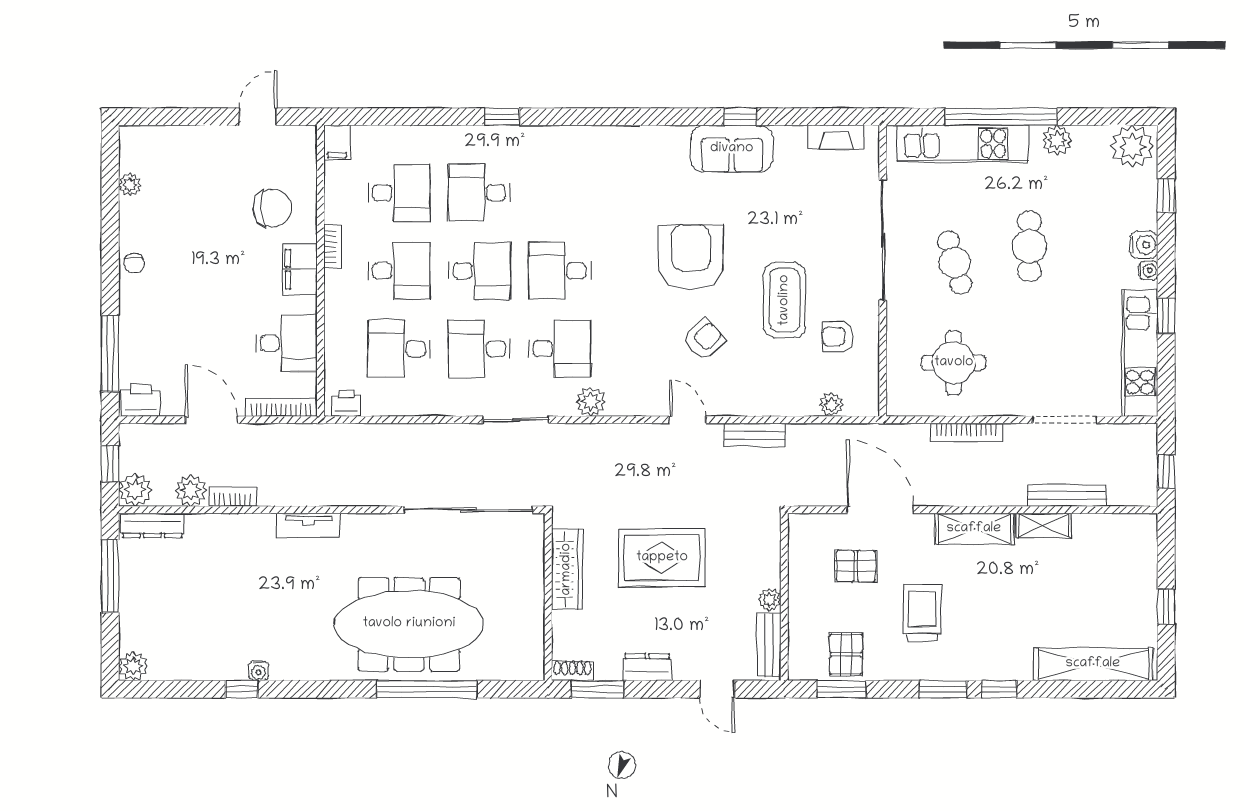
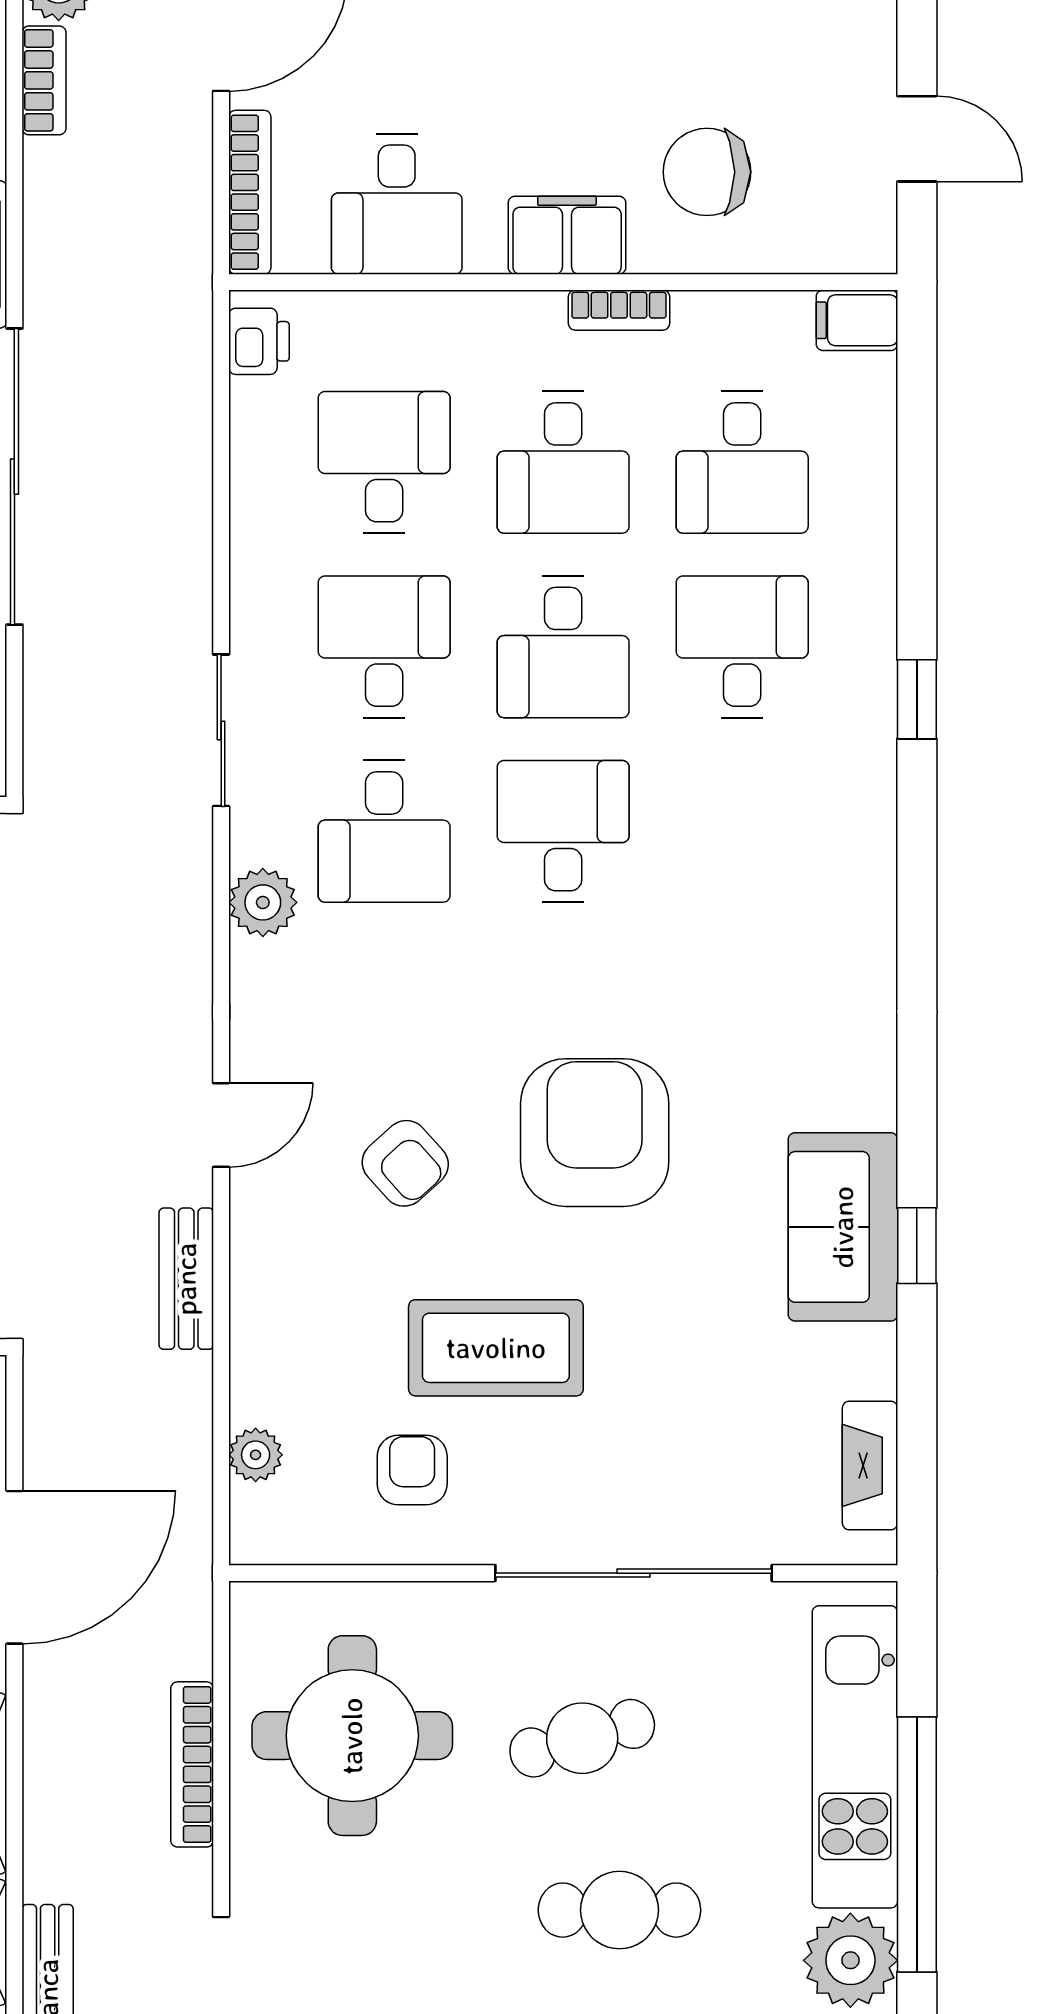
plant: (1057, 140) -> (850, 1960), width x1.36, depth x1.36
chair: (272, 208) -> (707, 172), turned 94
armchair: (691, 257) -> (595, 1133), turned -90
round table: (954, 363) -> (352, 1736), width x1.36, depth x1.36
sliding door: (468, 510) -> (14, 477), moved

